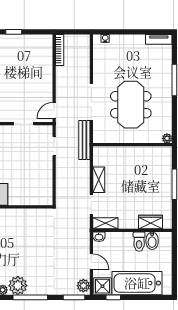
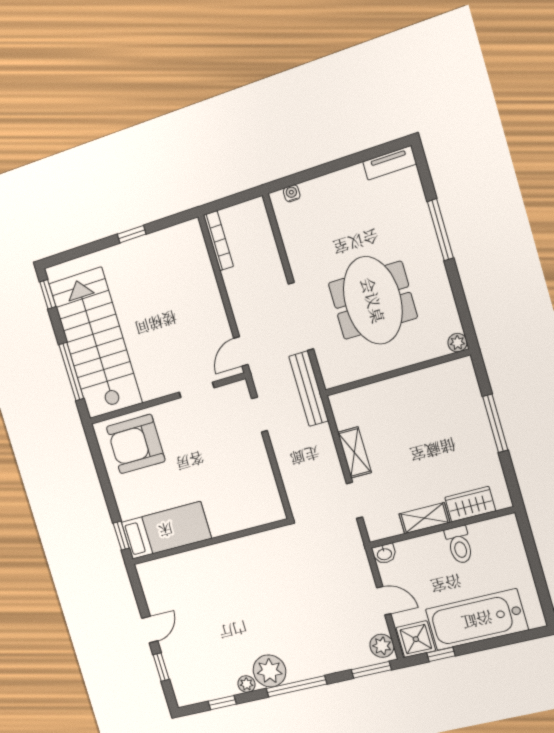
shelving: (105, 223) -> (424, 518), moved
bidet: (152, 241) -> (483, 537), removed

